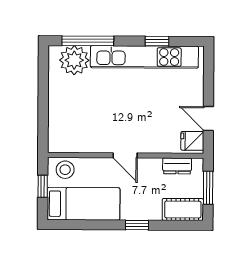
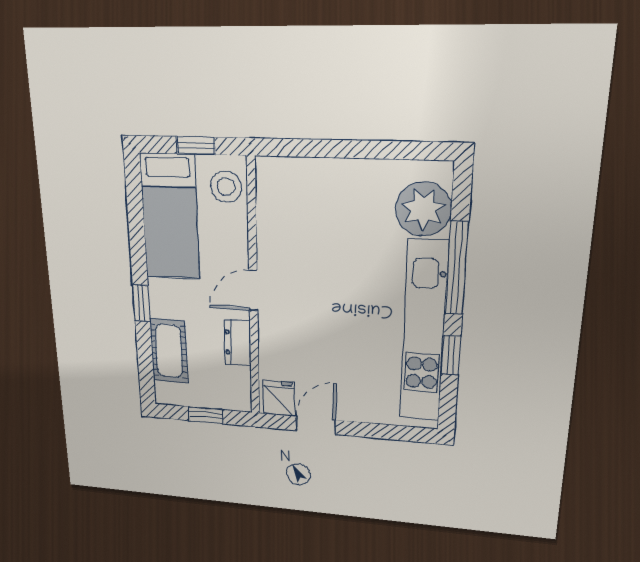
window: (88, 41) -> (457, 268), moved
dresser: (177, 166) -> (238, 343), moved
window: (208, 188) -> (206, 415), width x0.67
cot: (183, 209) -> (169, 351), moved

